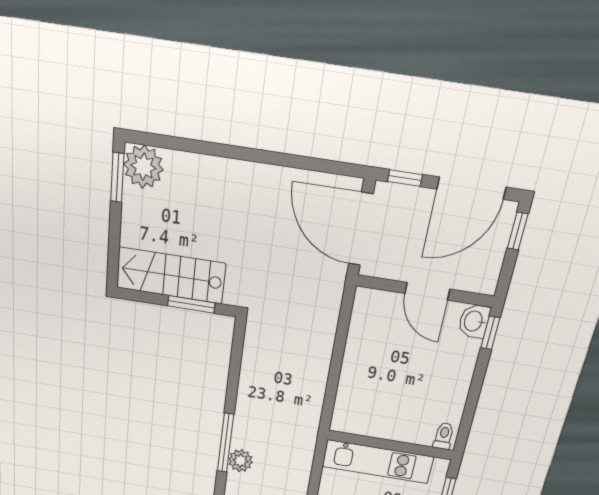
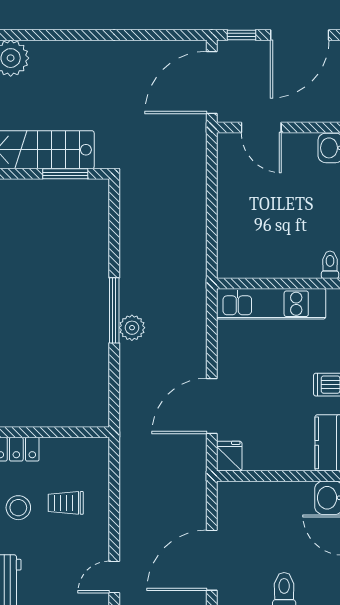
door: (361, 229) -> (212, 82), hinge flipped
door: (427, 291) -> (261, 128), moved

